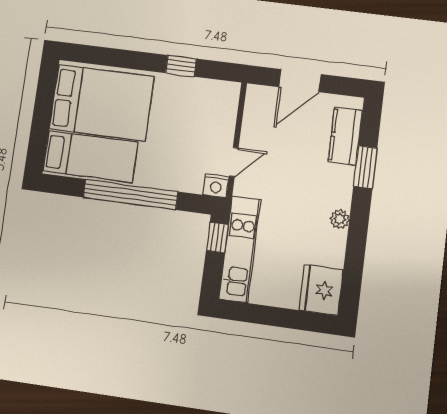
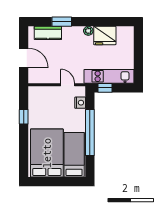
nightstand: (216, 186) -> (80, 103), moved
fridge: (321, 290) -> (105, 35), moved

